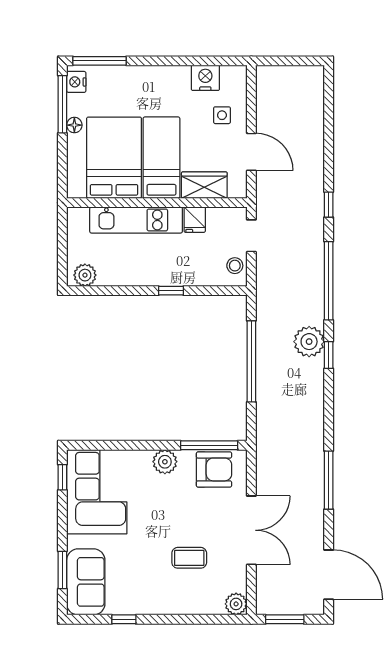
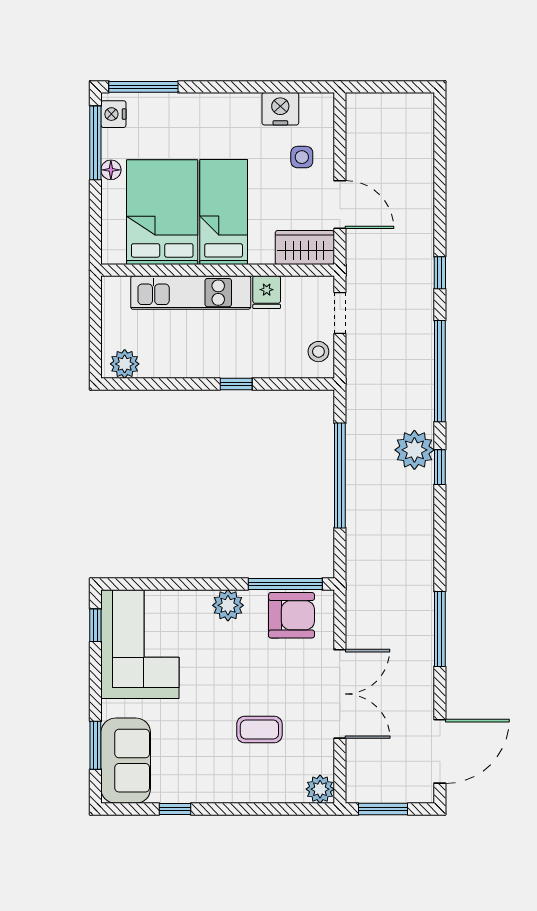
wardrobe: (204, 185) -> (305, 248), moved
door: (329, 575) -> (440, 751), hinge flipped

